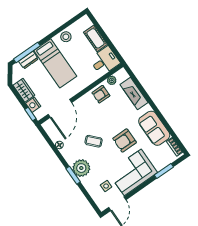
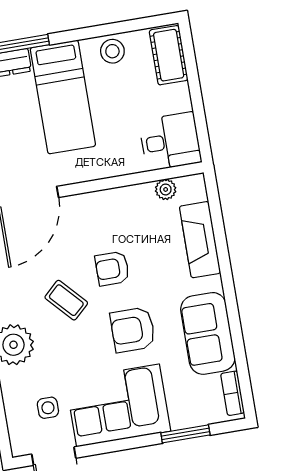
cot: (95, 38) -> (169, 55), moved
armchair: (101, 94) -> (112, 269), moved

